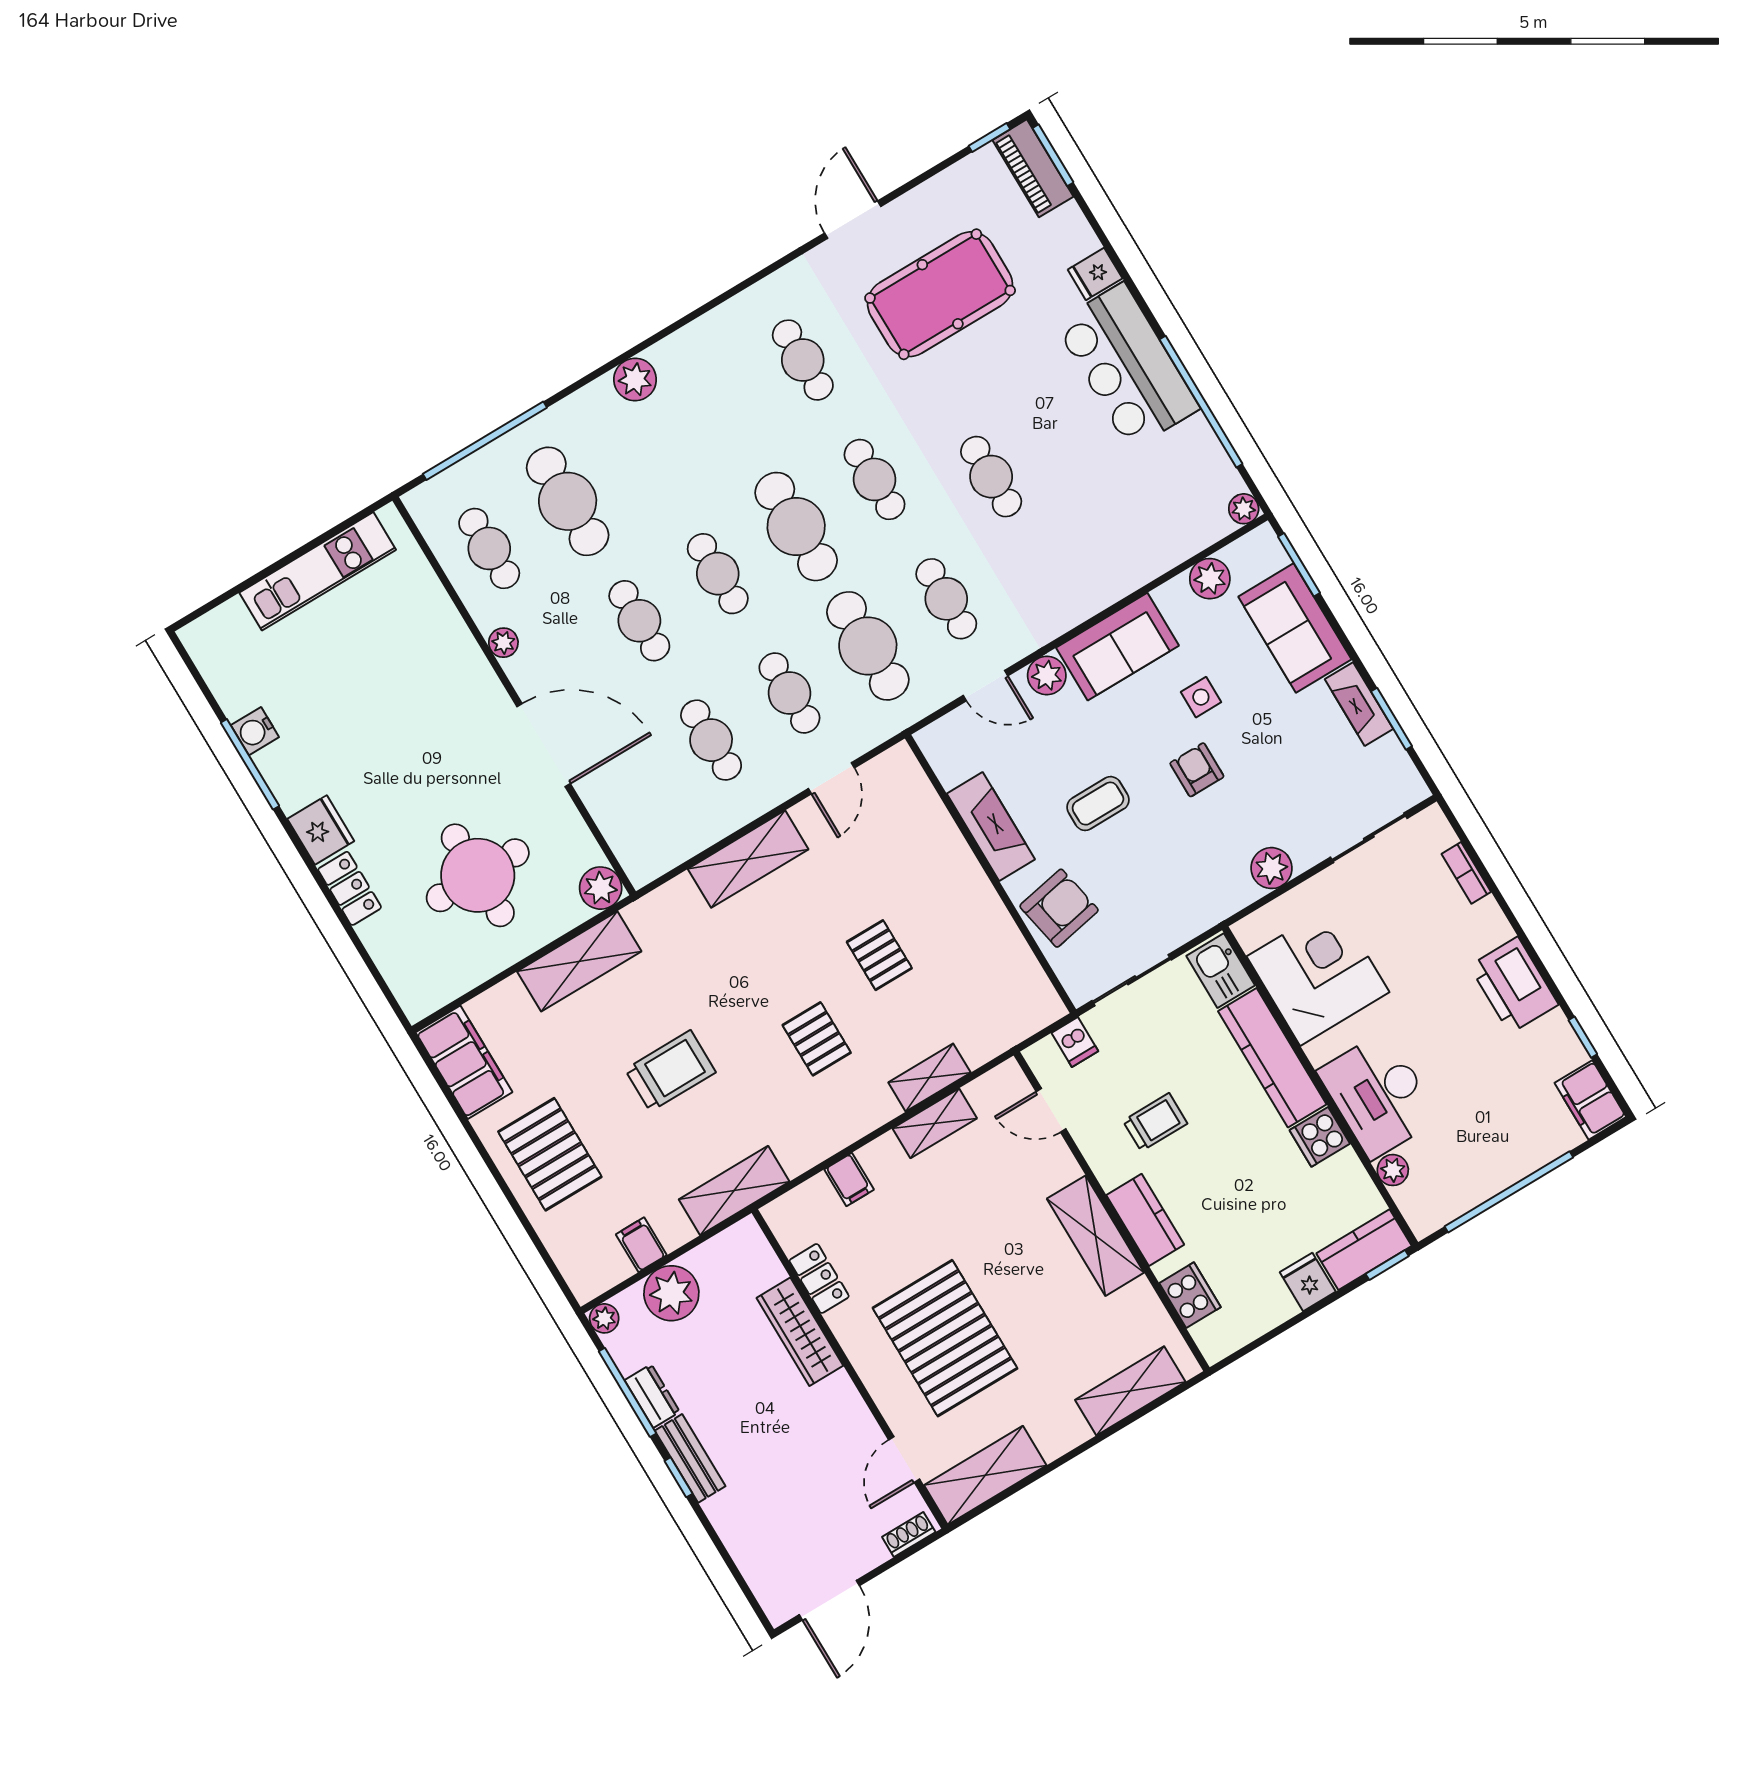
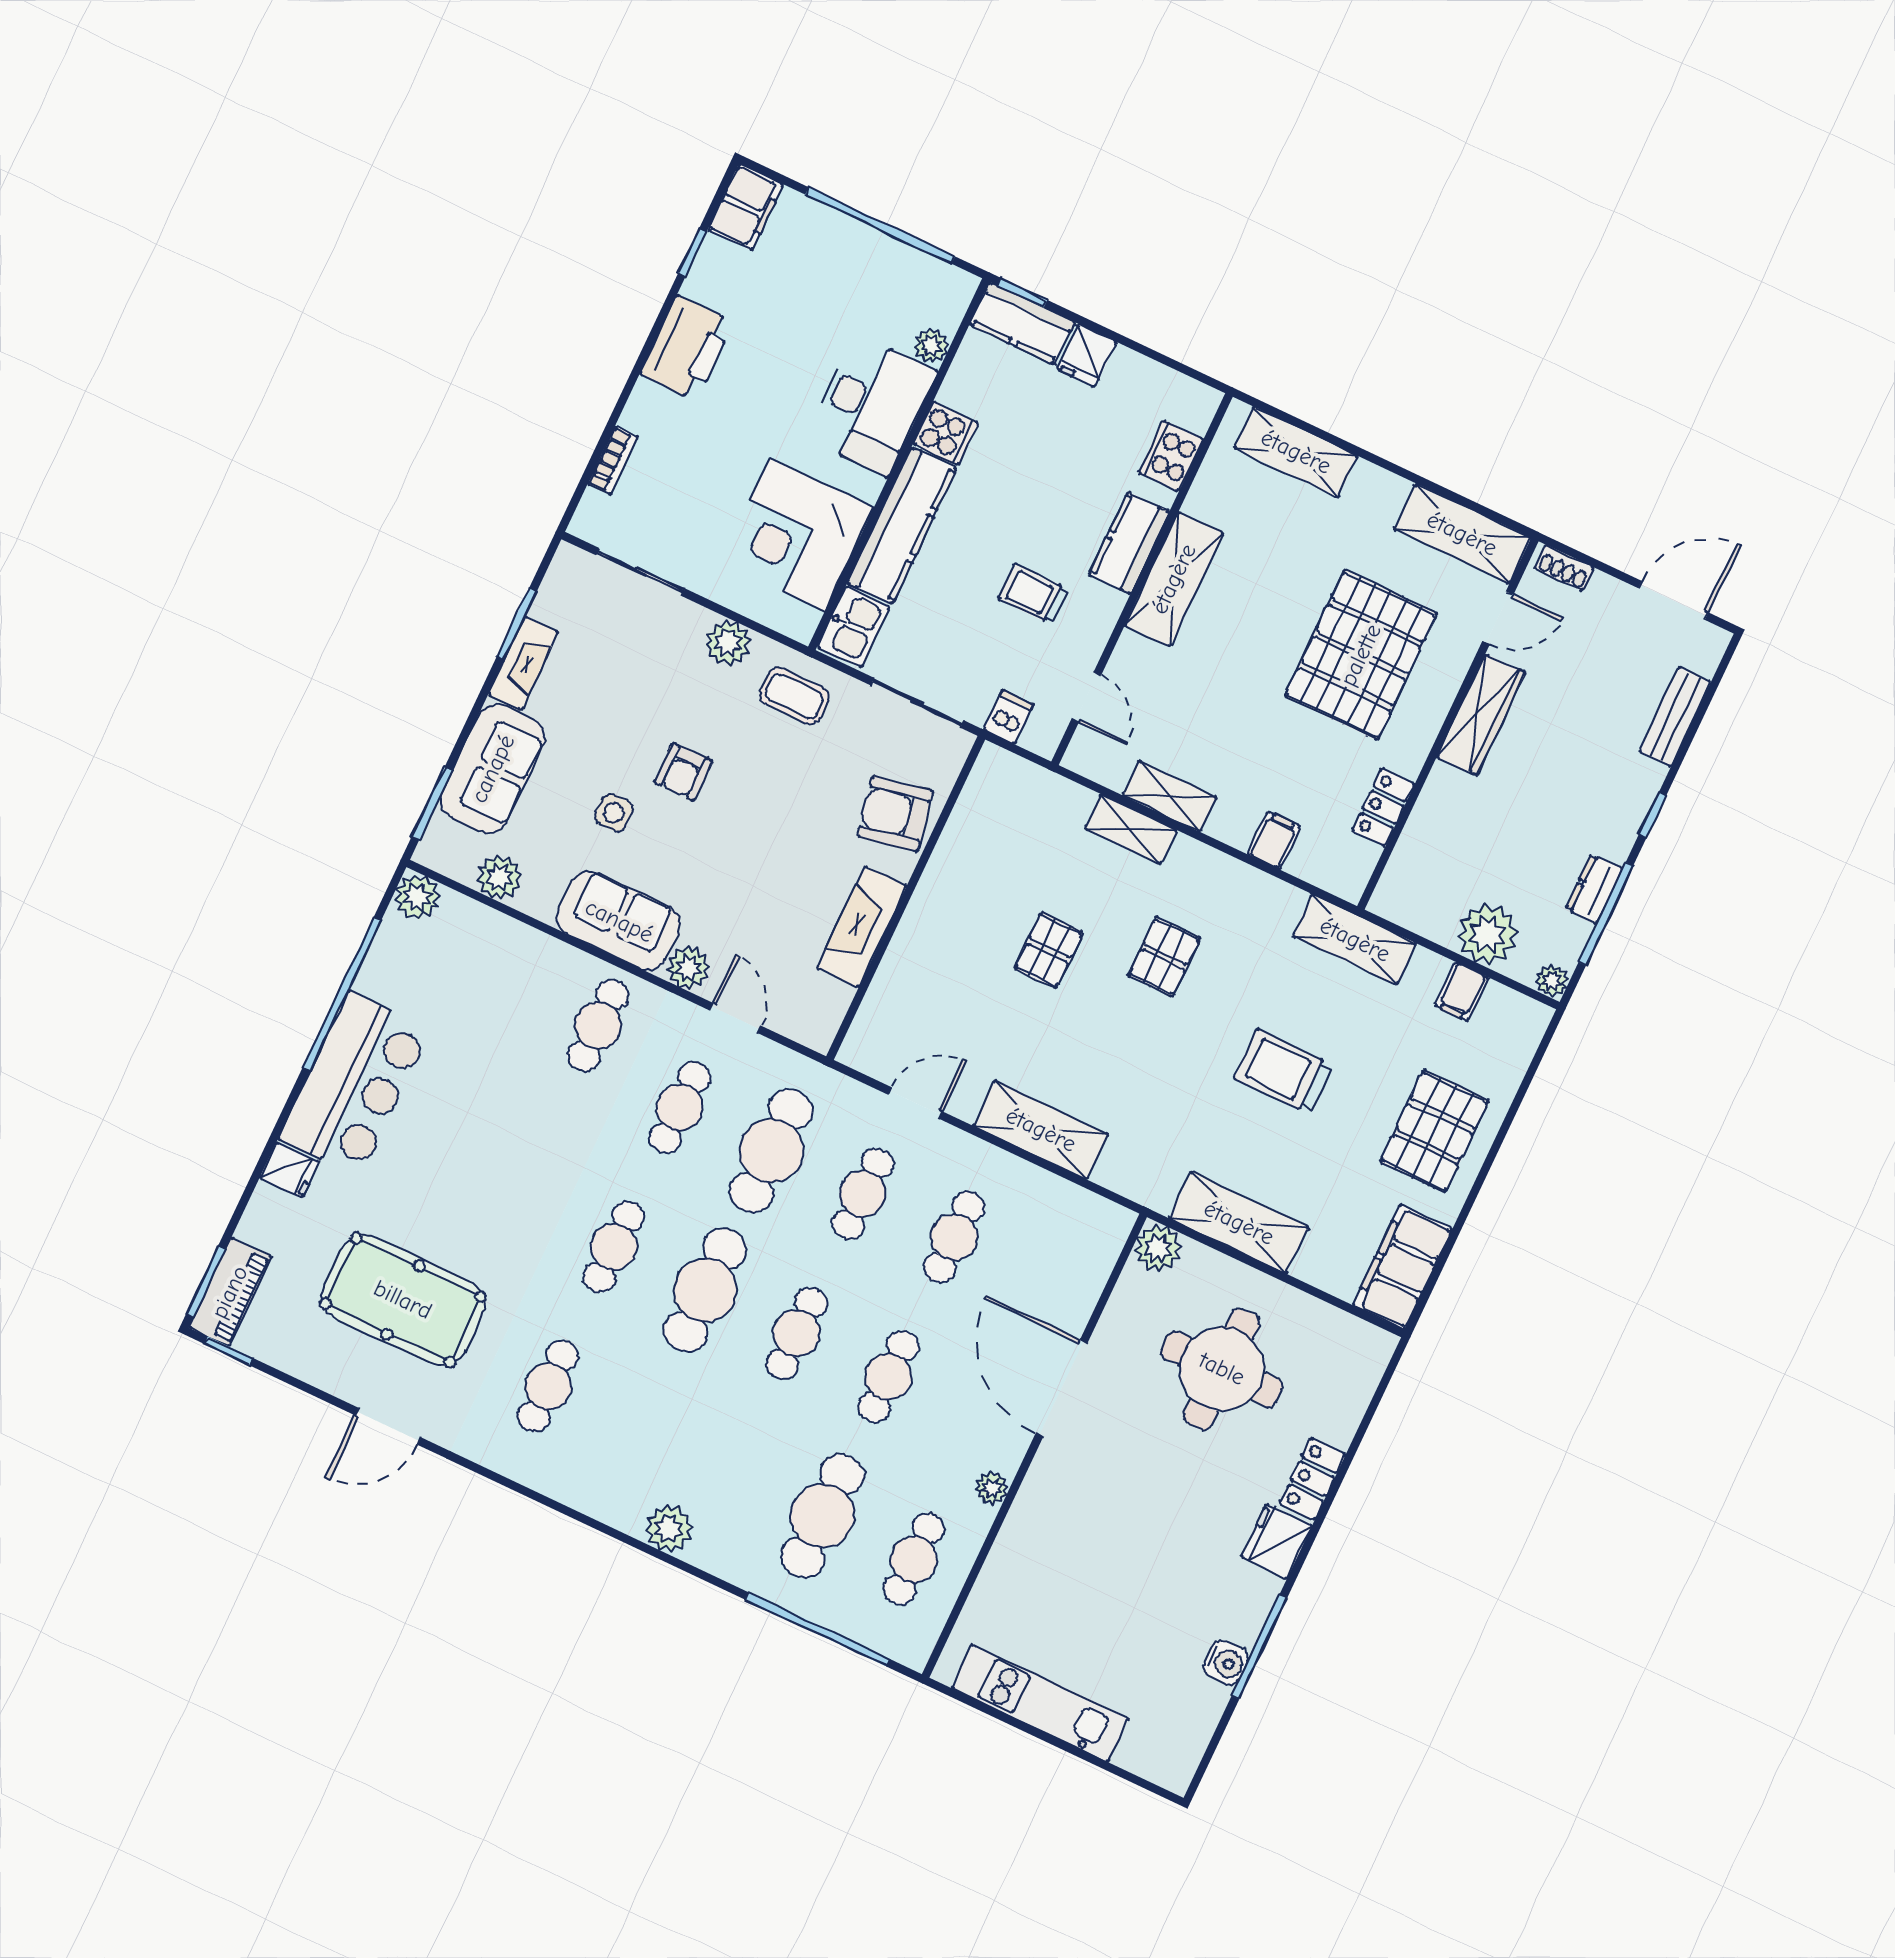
cafe table: (991, 477) -> (598, 1025), moved
plant: (1244, 509) -> (417, 897), width x1.38, depth x1.38
coffee table: (1098, 804) -> (794, 696), moved
wardrobe: (800, 1332) -> (1481, 715), moved
bench: (690, 1458) -> (1675, 717), moved

